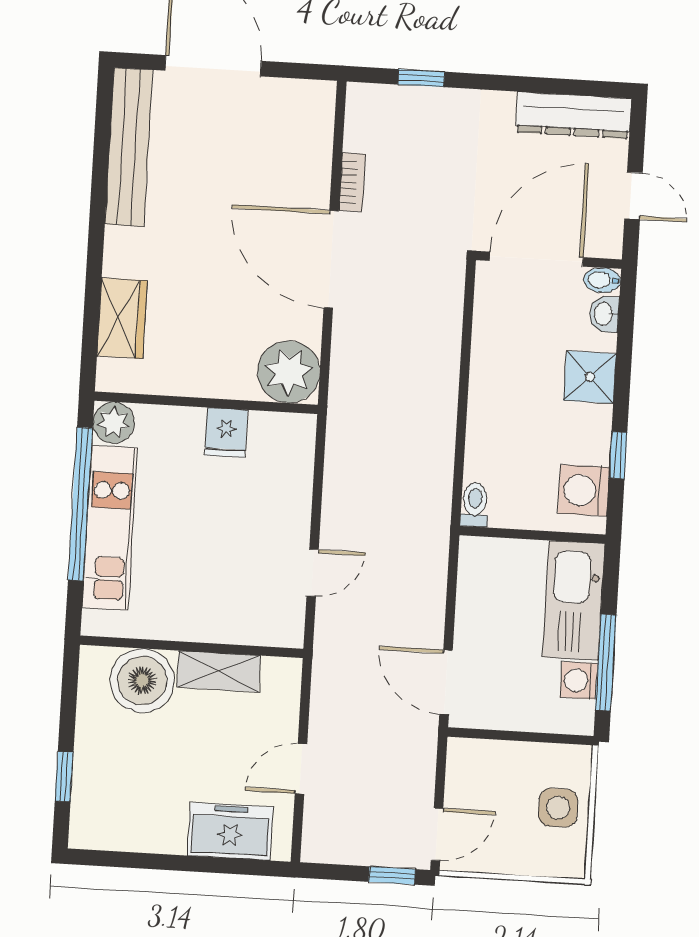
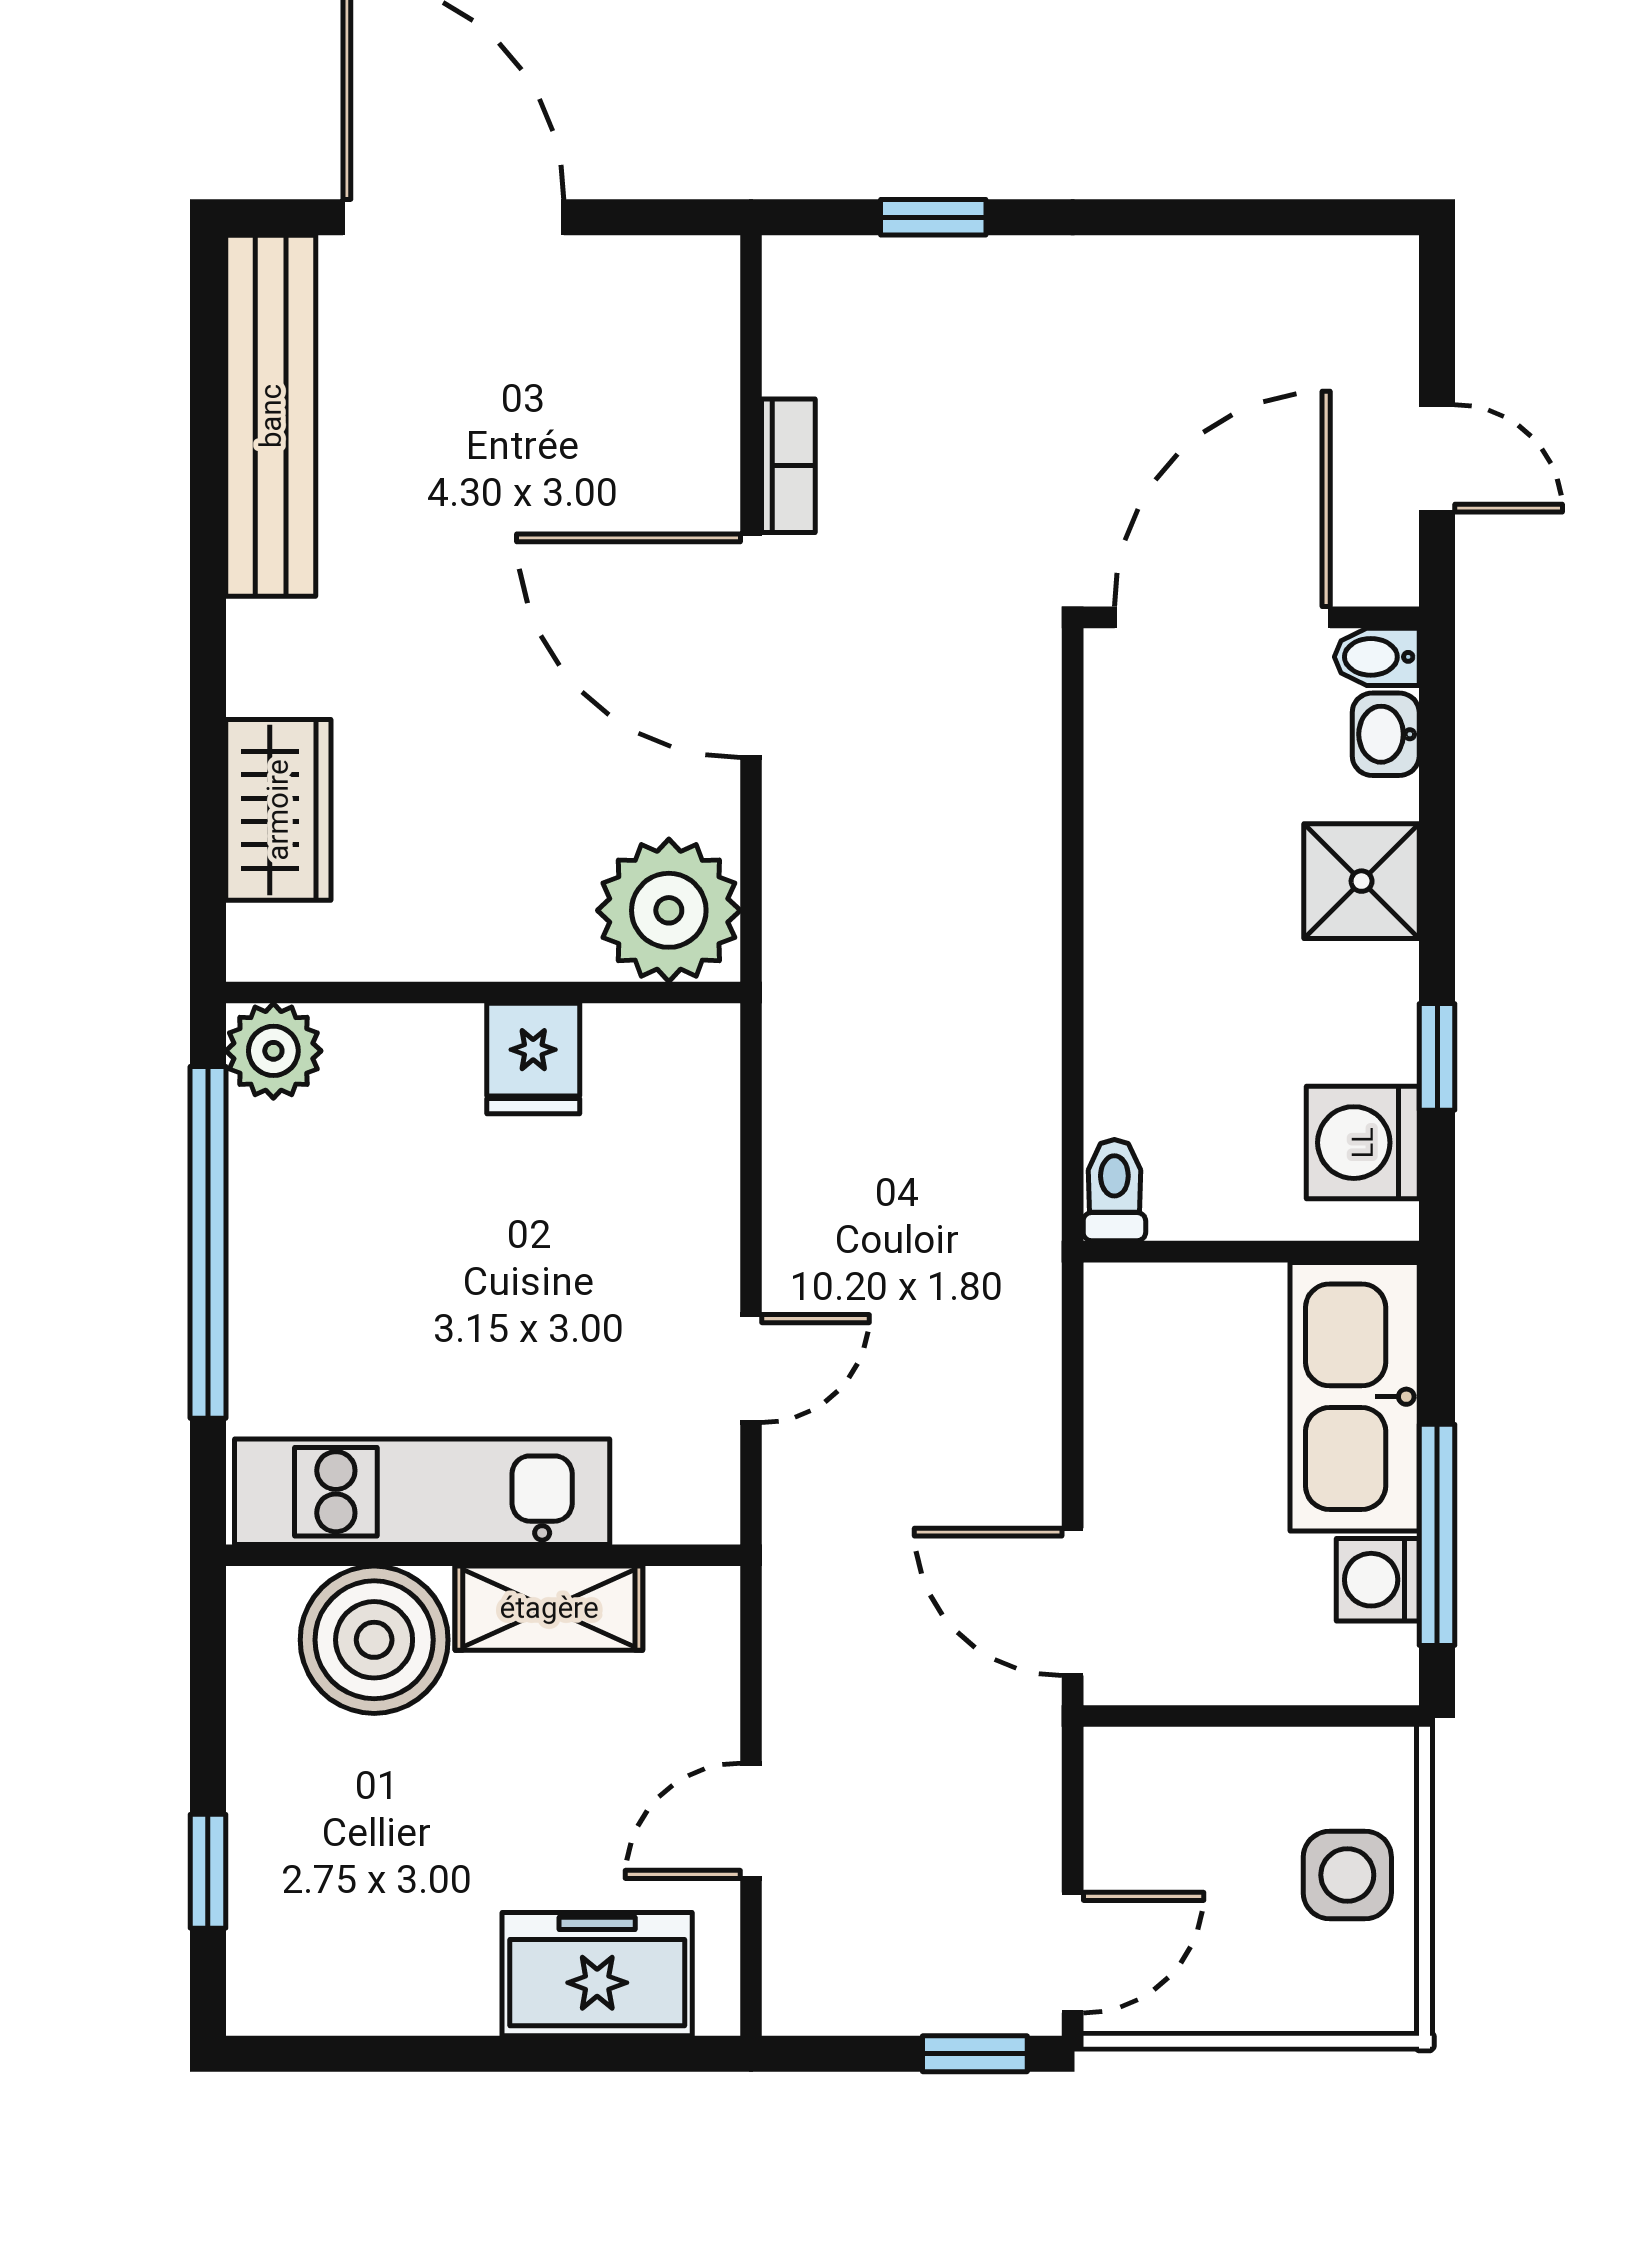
dresser: (573, 115) -> (1288, 282), removed
kitchen unit: (110, 528) -> (422, 1492), moved, turned -90

